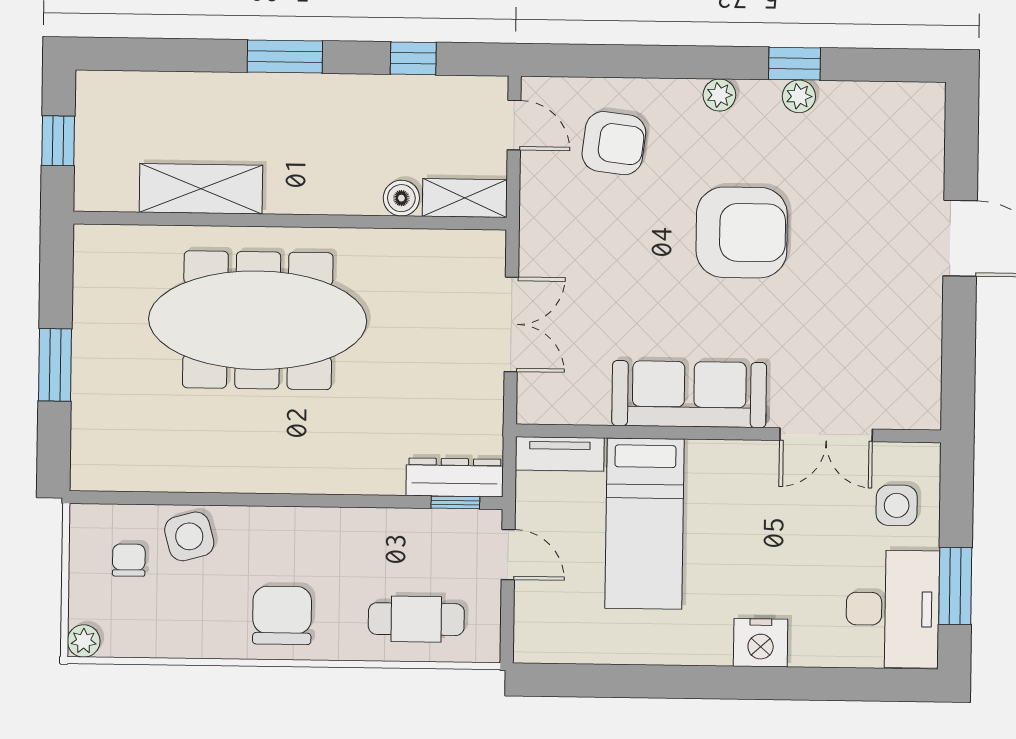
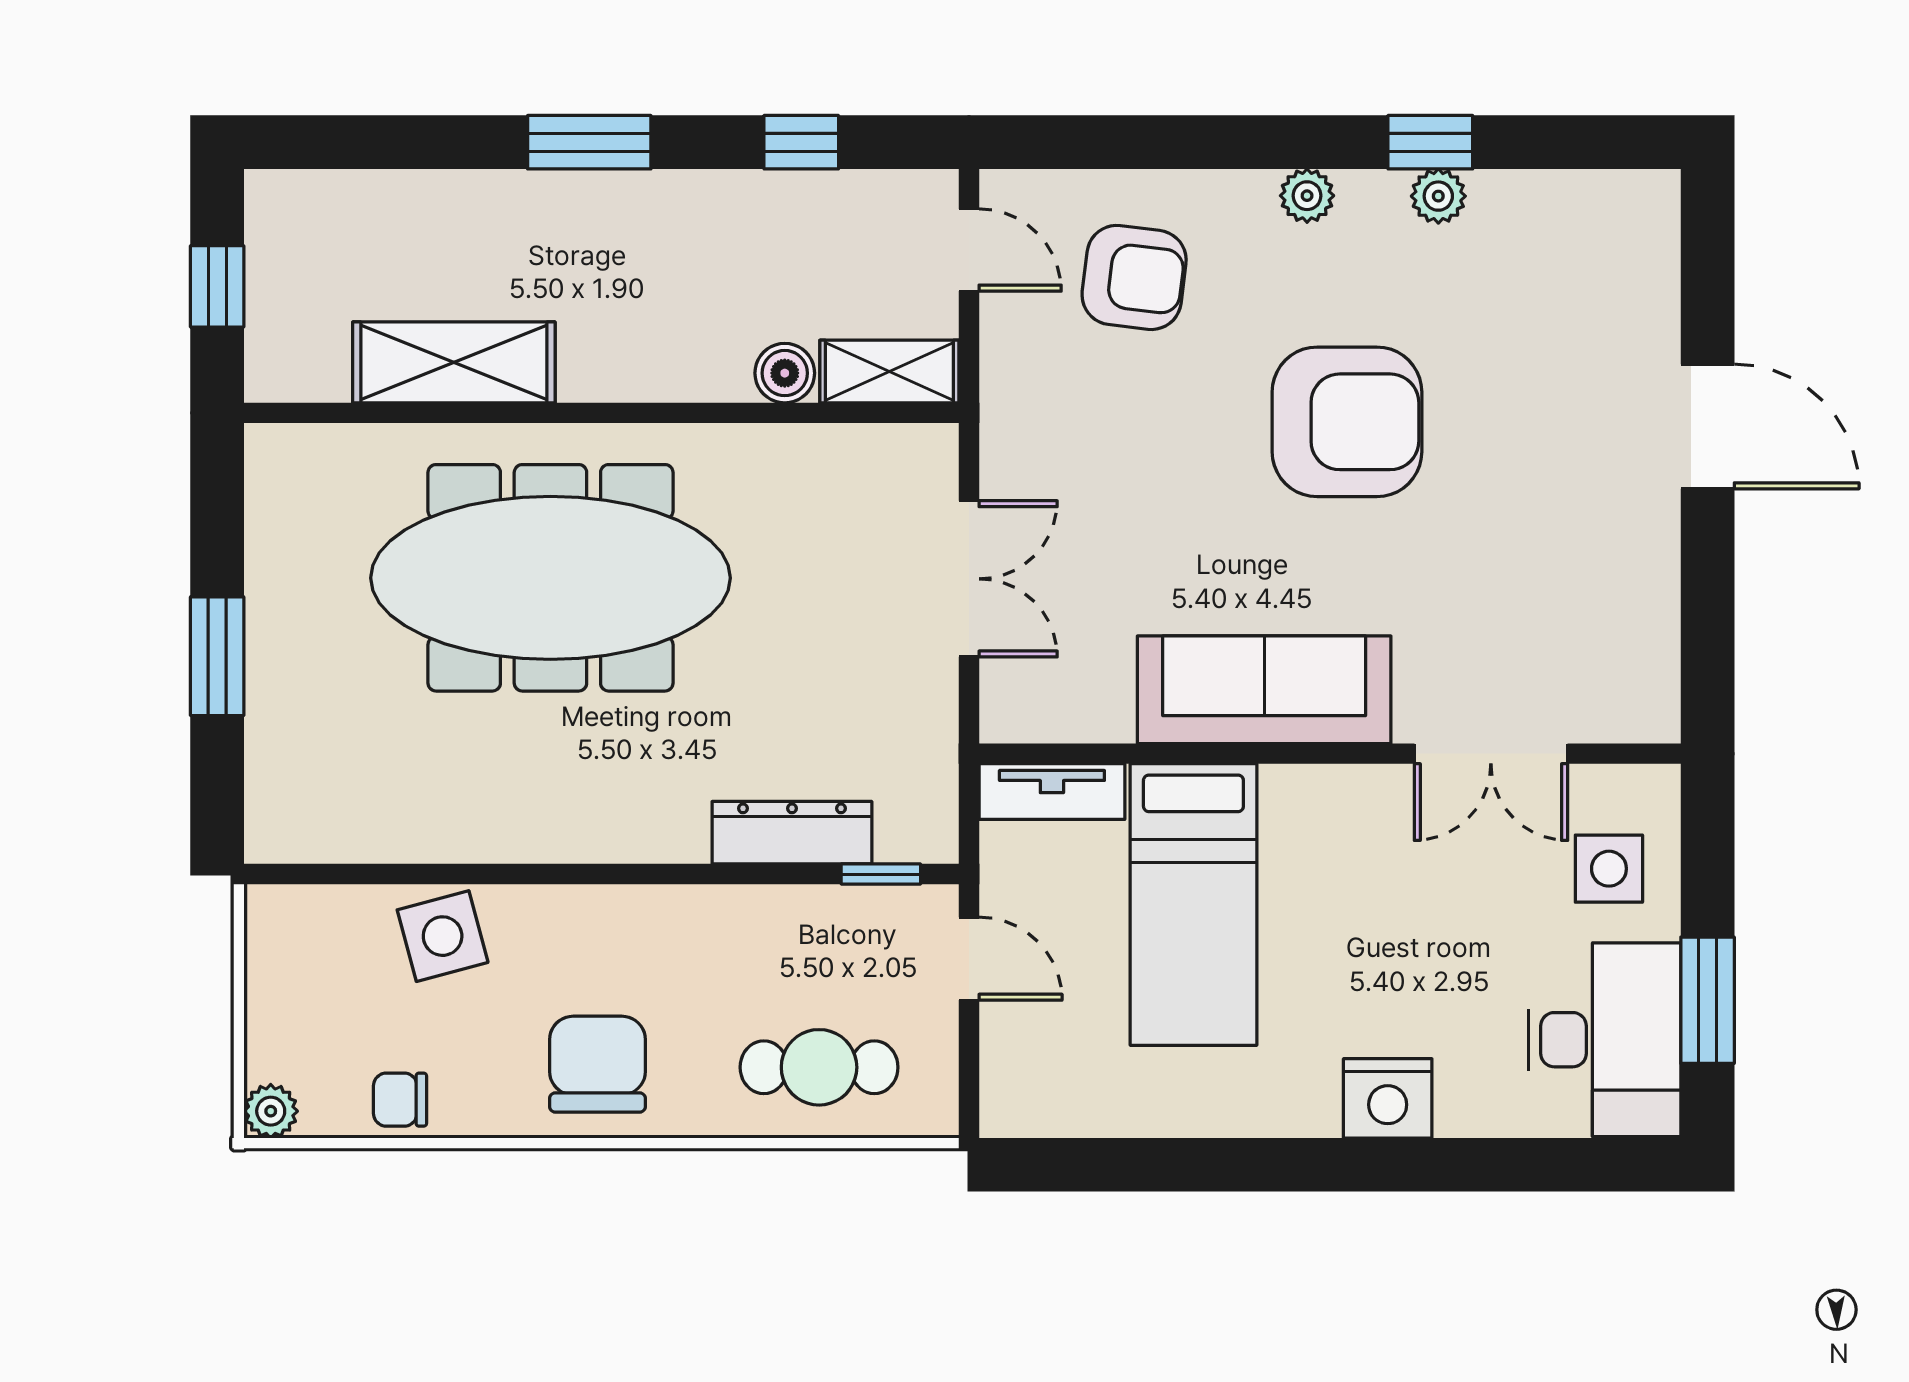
dresser: (455, 477) -> (792, 833), moved
chair: (129, 560) -> (400, 1100), moved, turned -90

